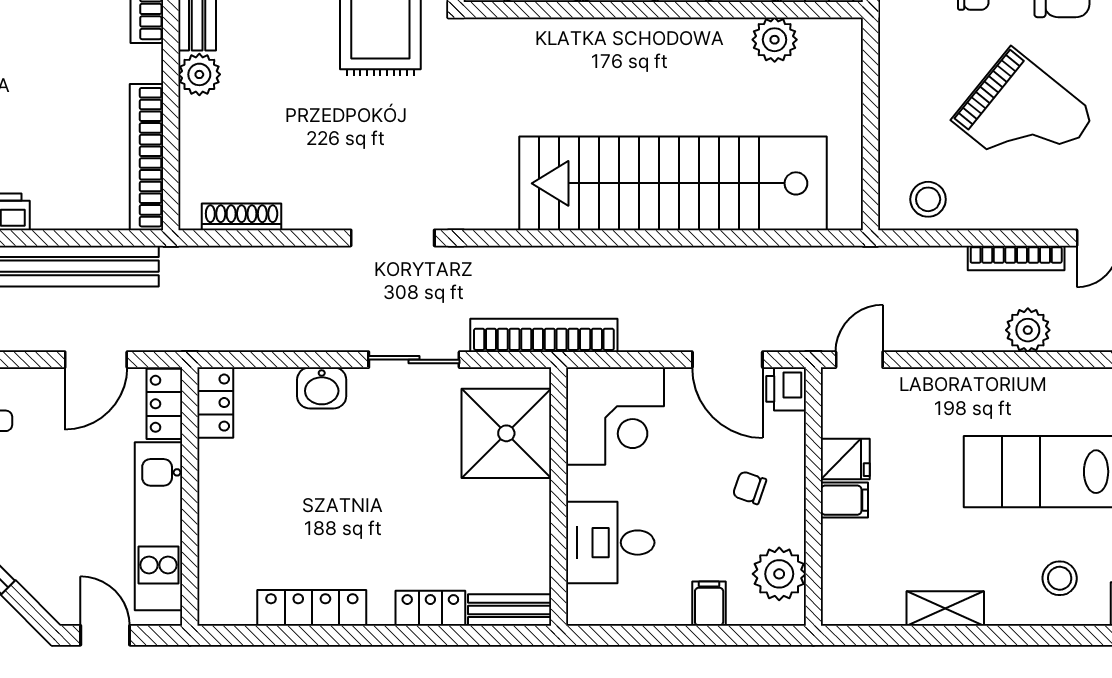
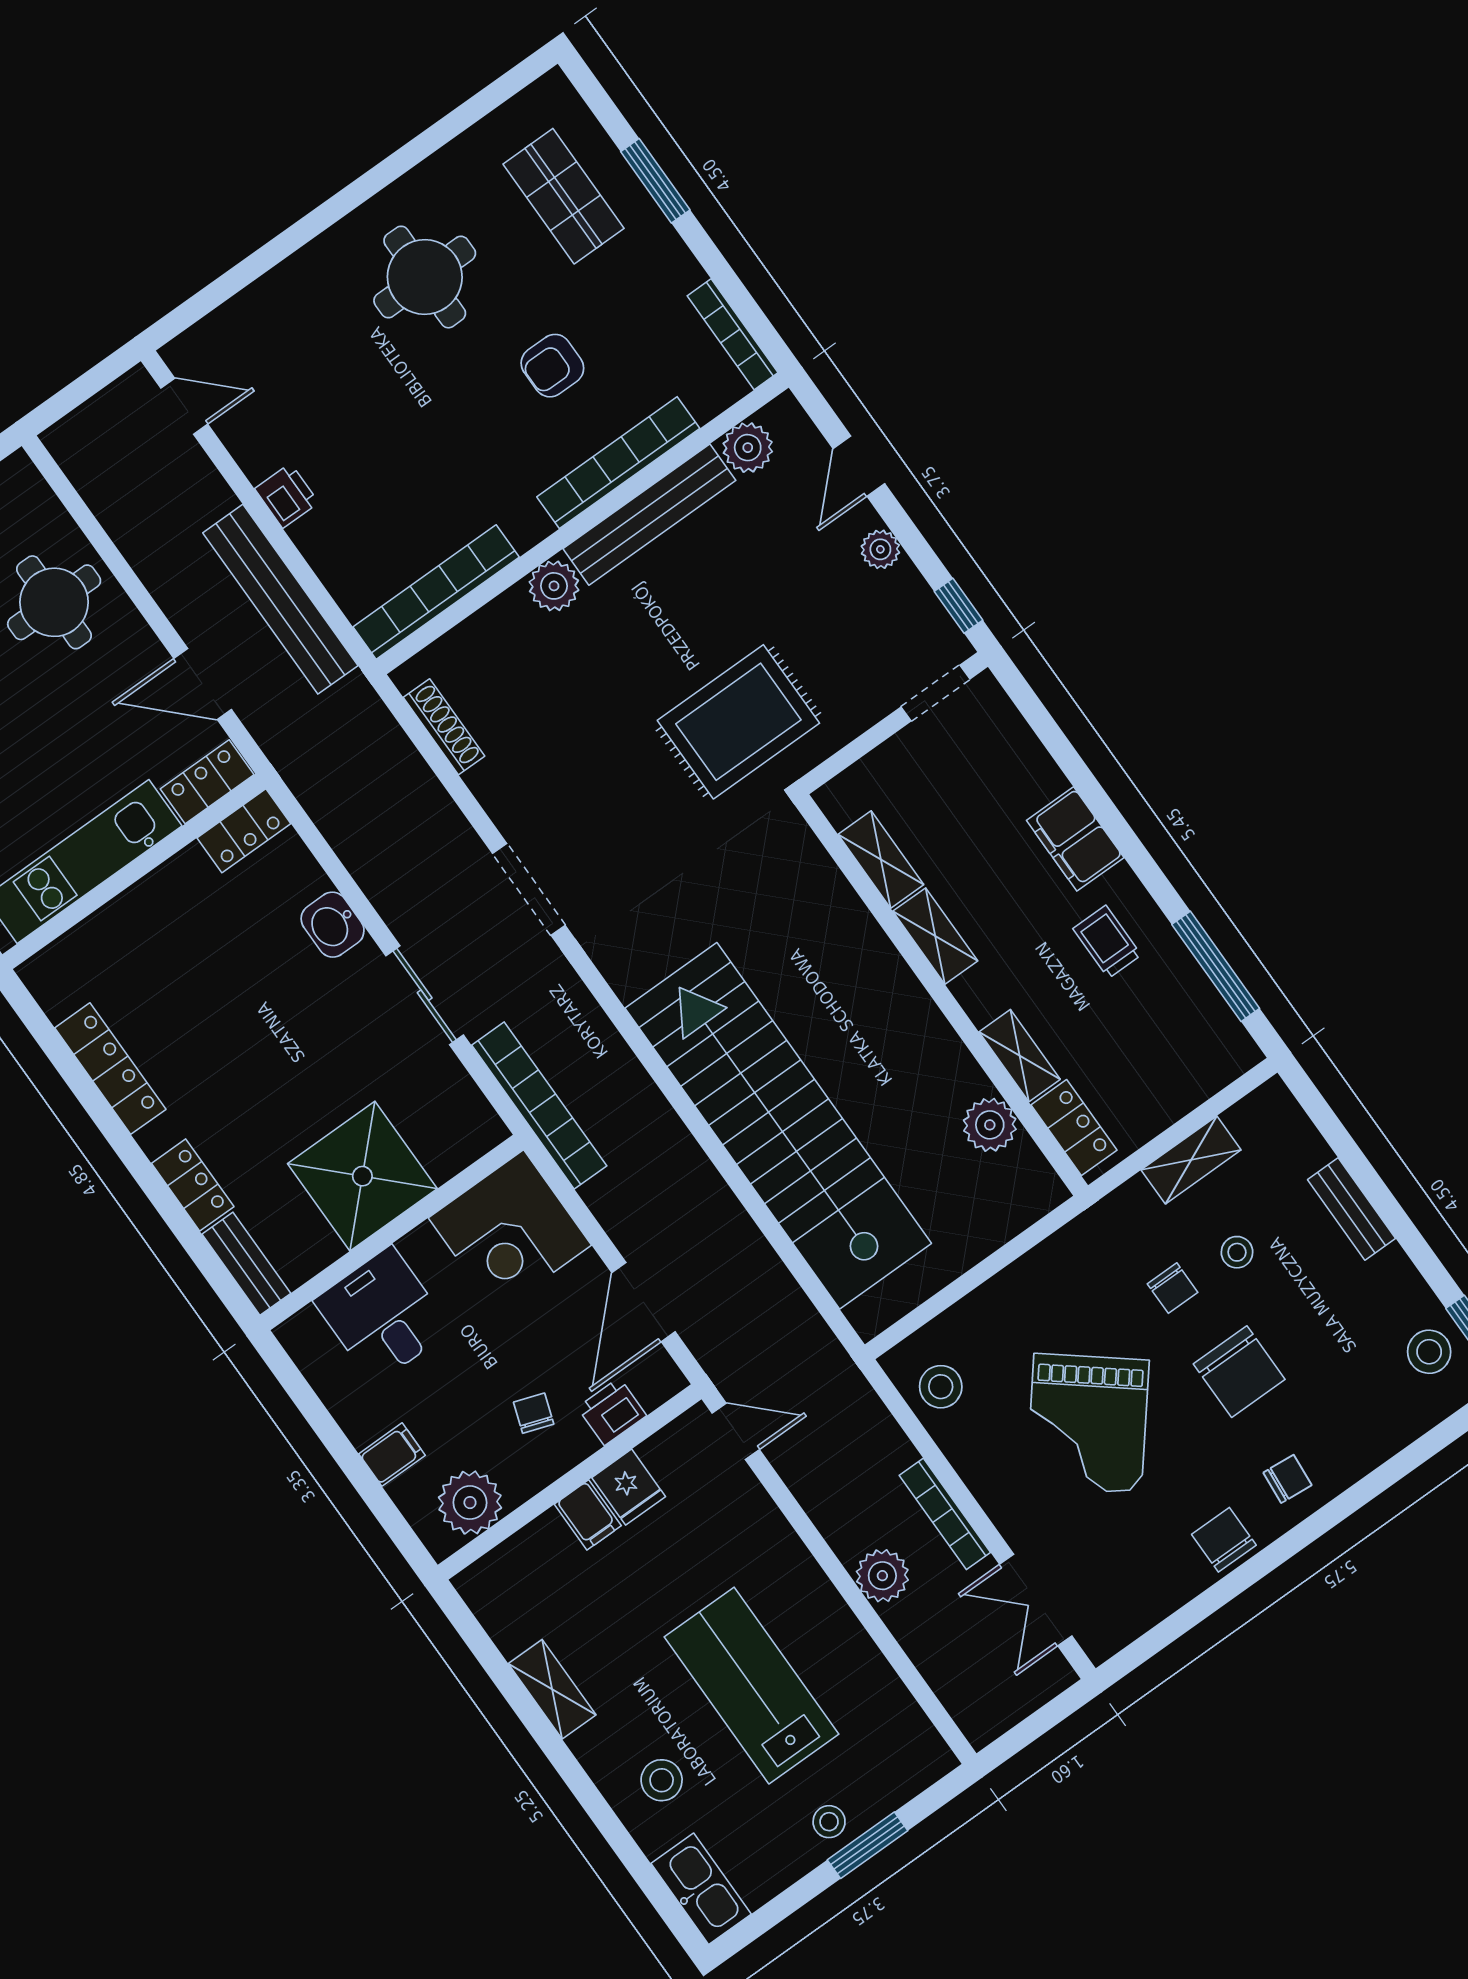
printer: (786, 389) -> (612, 1411), moved
shower: (506, 433) -> (362, 1176), moved

